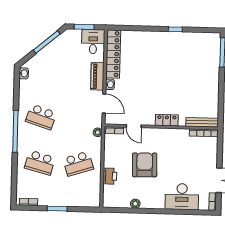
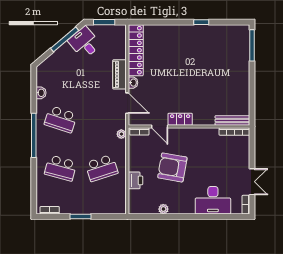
desk: (93, 42) -> (84, 43), moved, turned -40
washbasin: (24, 73) -> (41, 93), moved
locker: (167, 120) -> (180, 119), moved
armchair: (145, 165) -> (172, 167), turned -79

